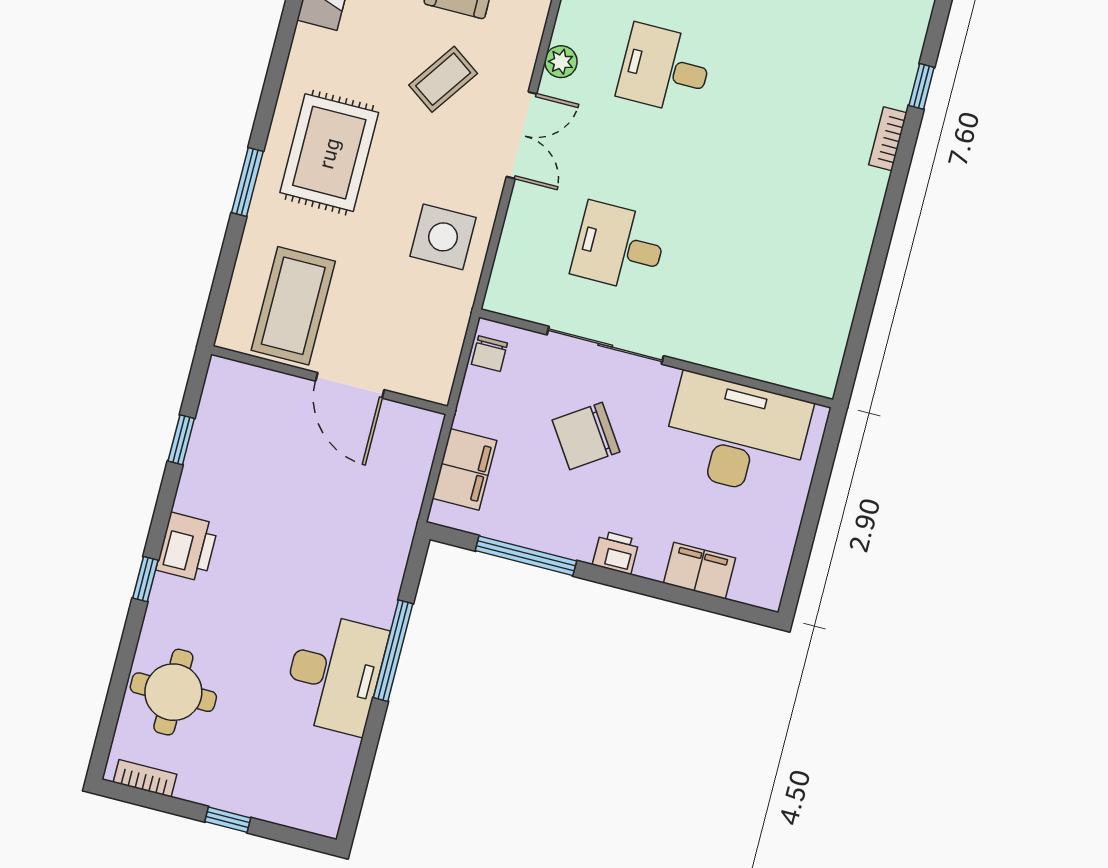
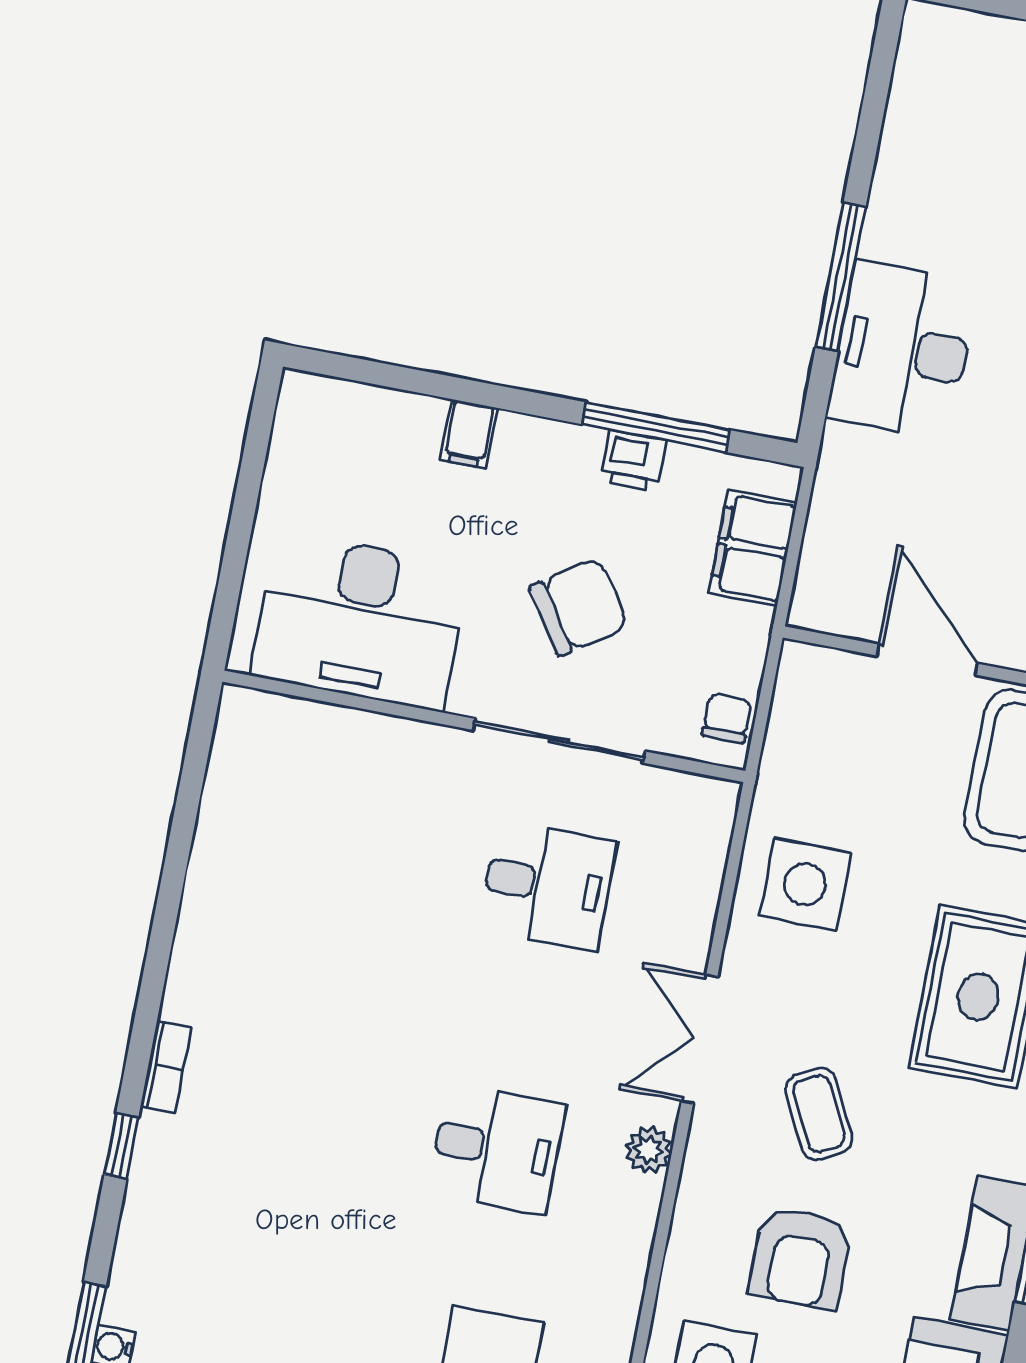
coffee table: (443, 79) -> (819, 1114), turned -62
printer: (616, 552) -> (633, 461), moved
filing cabinet: (699, 571) -> (469, 434), moved, width x0.50
desk: (334, 674) -> (903, 350), moved

